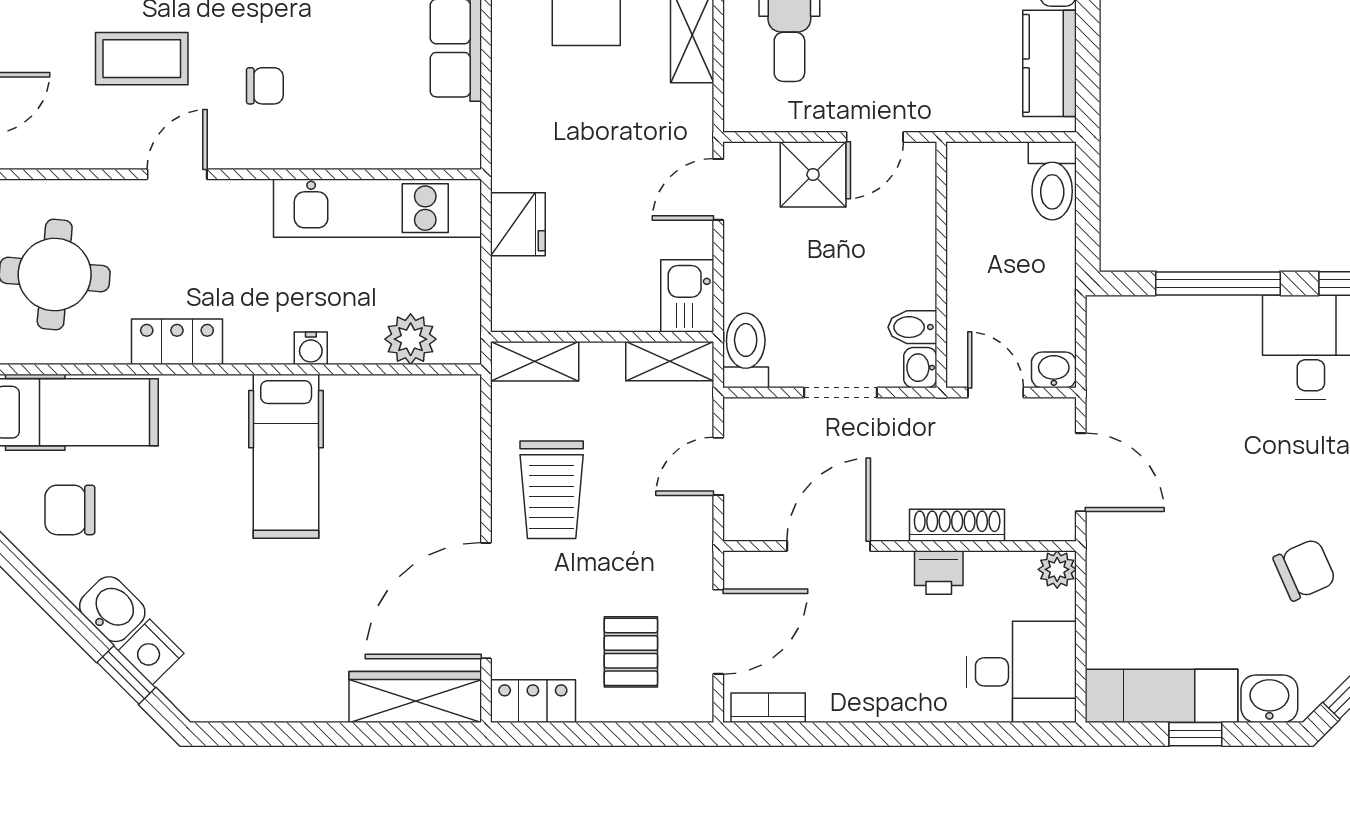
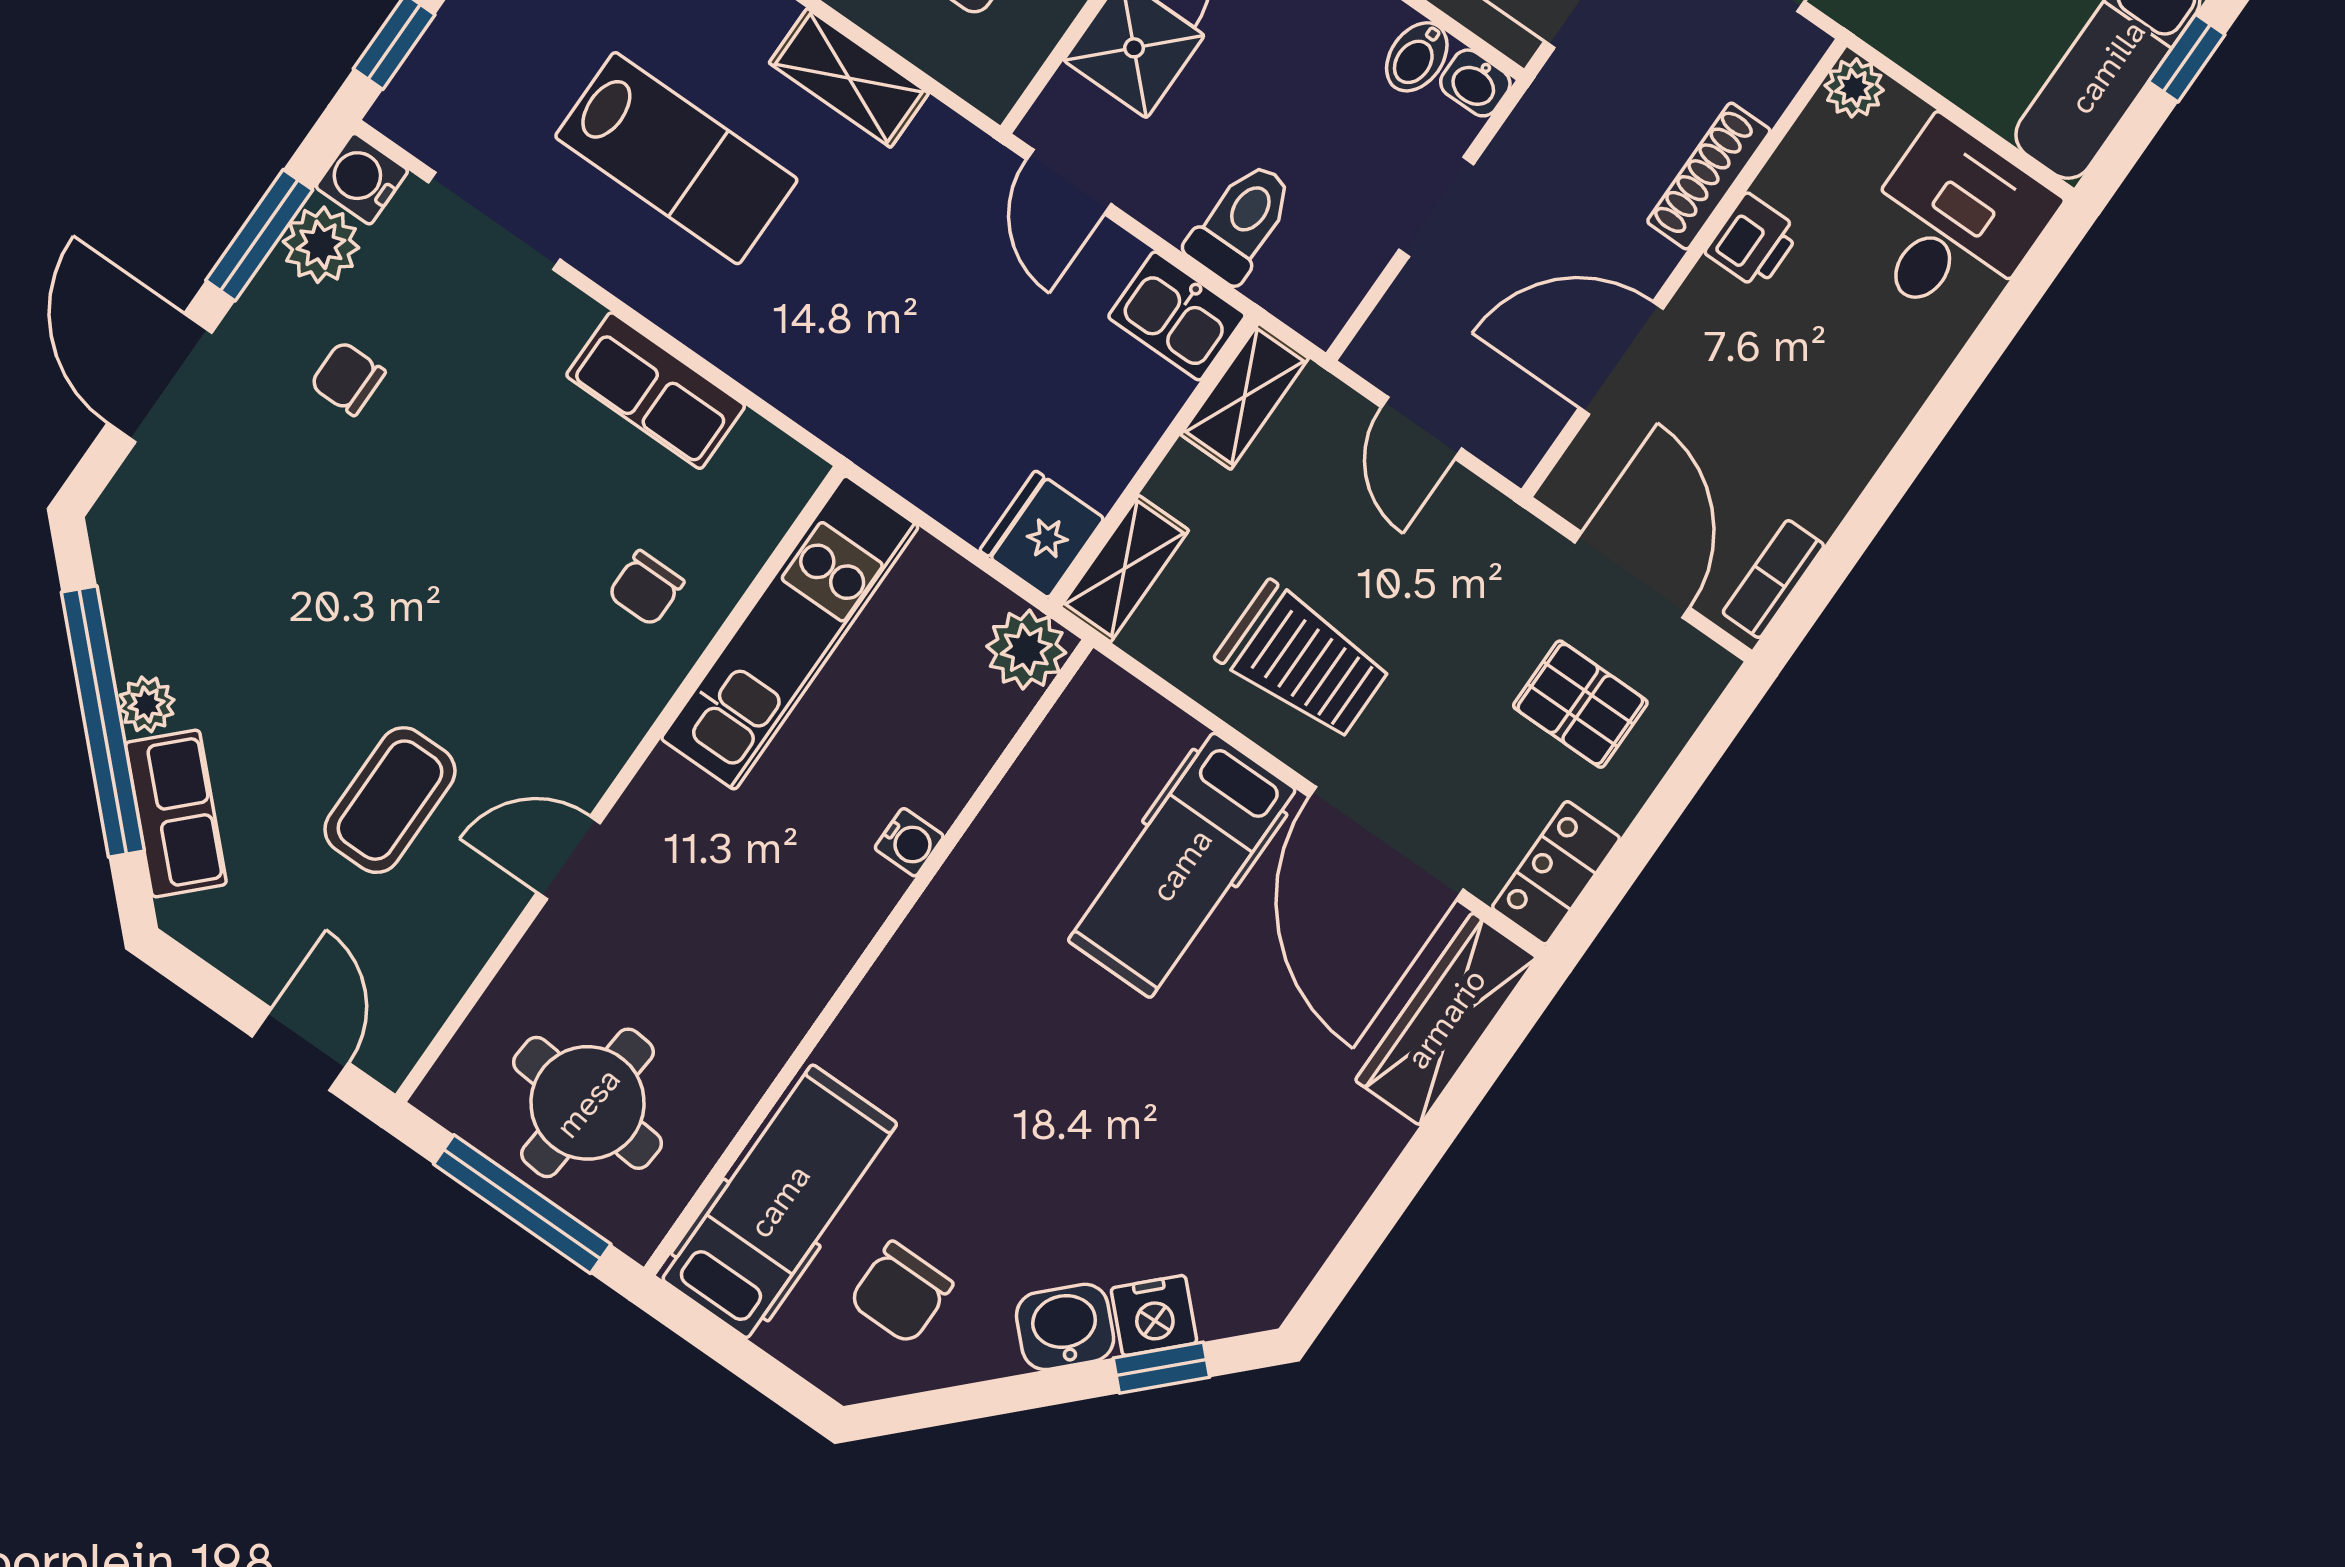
chair: (265, 86) -> (646, 588), moved, turned 180
door: (177, 174) -> (569, 858), hinge flipped
fridge: (518, 224) -> (1042, 534), moved, turned -90
plant: (411, 339) -> (1026, 649), moved
locker: (177, 342) -> (782, 1007), removed
toilet: (746, 350) -> (1241, 222), moved, turned 90
hospital bed: (286, 456) -> (1182, 865), moved, turned 90
door: (829, 546) -> (1621, 358), hinge flipped

